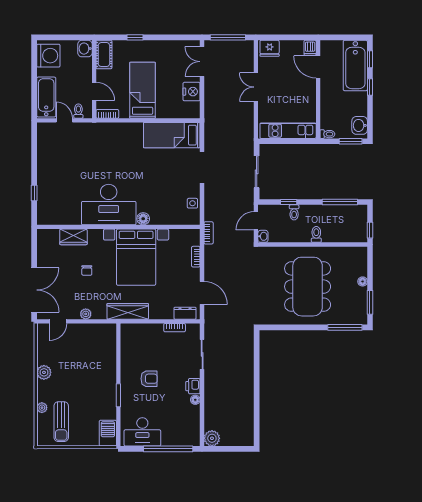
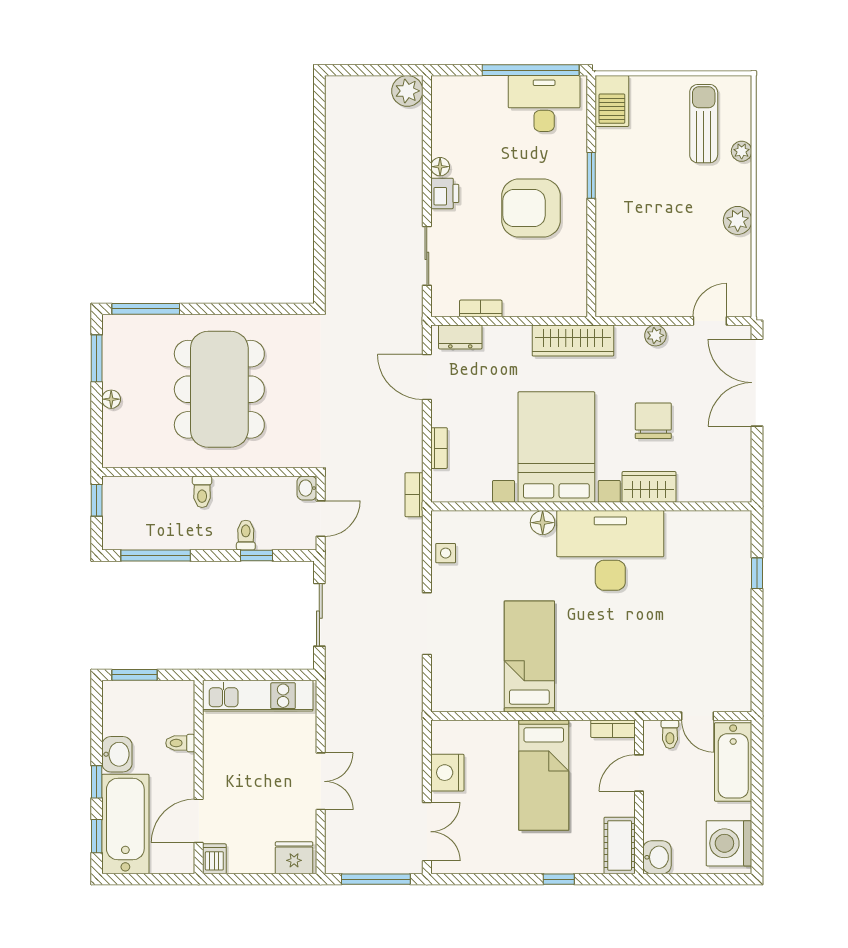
door: (318, 67) -> (199, 821), swing flipped
door: (94, 91) -> (639, 773), hinge flipped
washbasin: (360, 125) -> (117, 754), moved
toilet: (327, 134) -> (180, 743), moved
bed: (172, 135) -> (529, 657), moved, turned -90
wardrobe: (73, 237) -> (649, 487), moved
chair: (87, 270) -> (653, 421), width x1.87, depth x1.87
armchair: (149, 379) -> (531, 208), width x1.88, depth x1.88
window: (168, 449) -> (531, 70), moved

